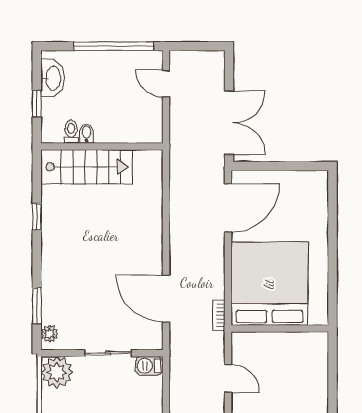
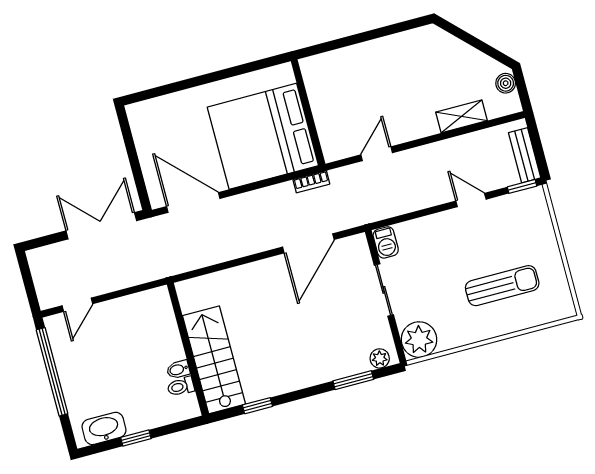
toilet: (71, 132) -> (181, 387), moved
bidet: (87, 134) -> (178, 369), moved
wall: (102, 146) -> (188, 349), moved
stairs: (87, 167) -> (214, 360), moved

